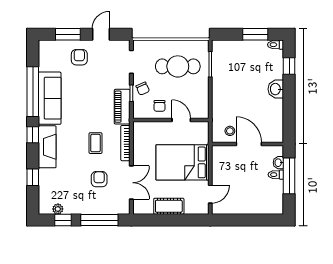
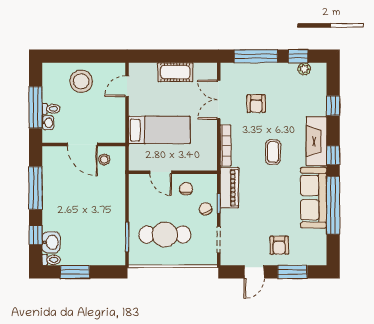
washbasin: (276, 89) -> (51, 242), moved
window: (289, 107) -> (36, 188), added
coffee table: (96, 143) -> (273, 152), moved
bed: (182, 162) -> (159, 130), width x0.67
stool: (250, 198) -> (81, 81), added

